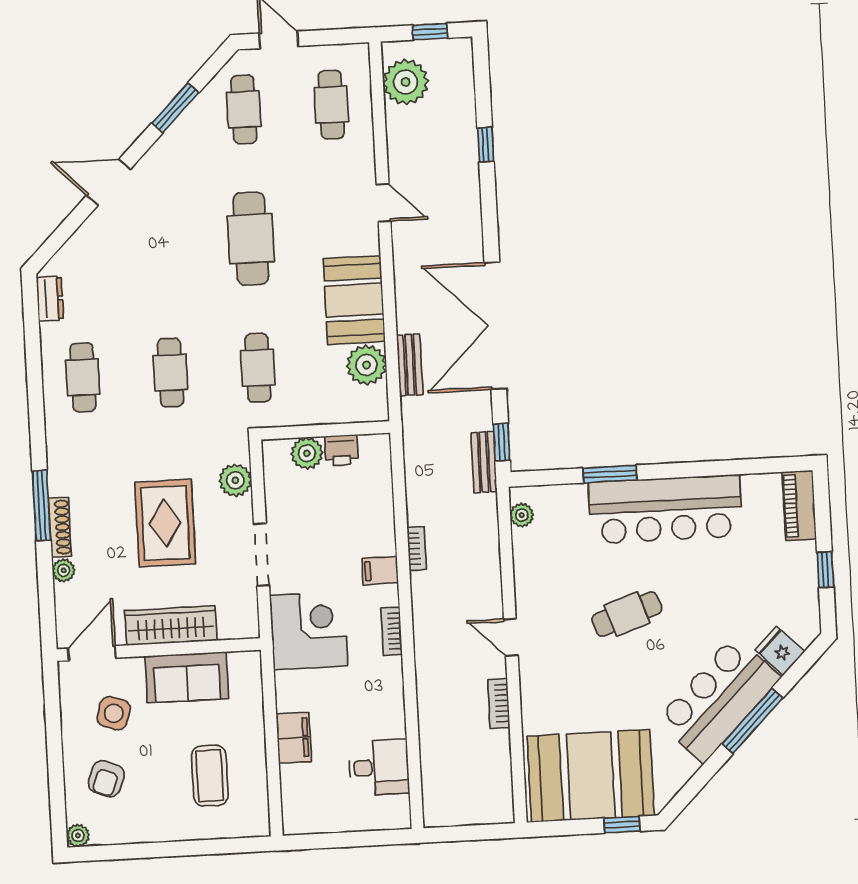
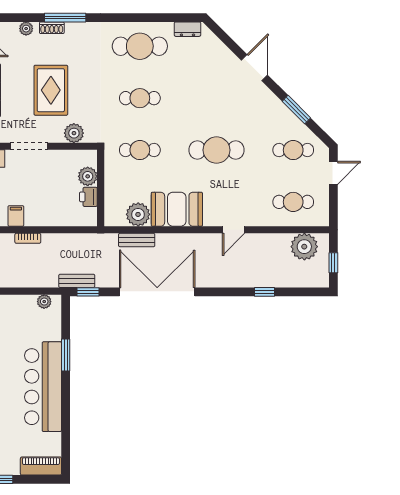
cafe table: (83, 377) -> (140, 46), width x1.37, depth x1.35
rug: (165, 523) -> (51, 90), turned 90
shoe rack: (60, 527) -> (52, 28), width x0.70

